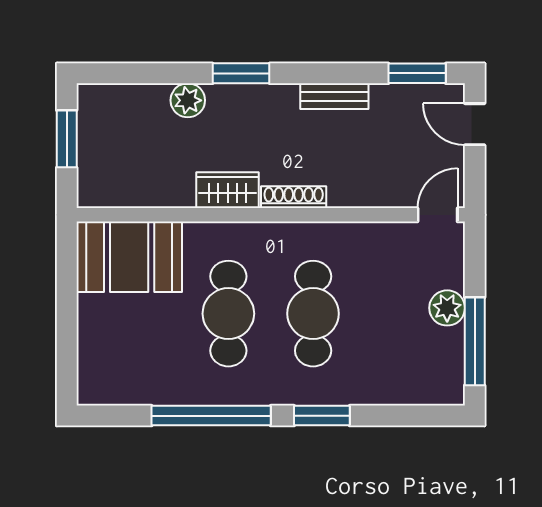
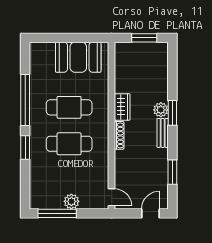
window: (417, 73) -> (172, 172), moved
bench: (334, 96) -> (163, 133), moved
plant: (188, 100) -> (161, 110), moved
booth: (129, 257) -> (78, 57), moved, turned 90

